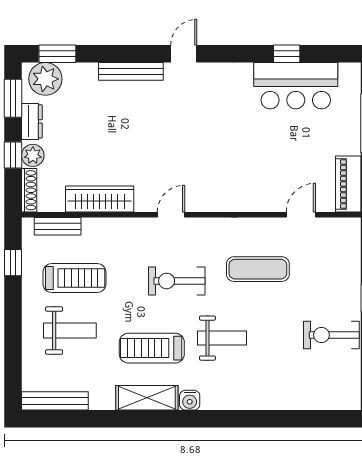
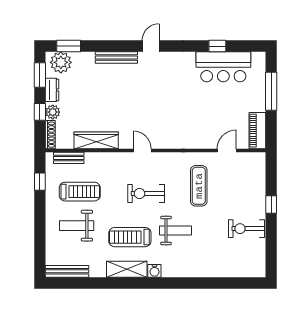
door: (171, 215) -> (142, 151), hinge flipped
exercise mat: (258, 269) -> (199, 186), turned 90
weight bench: (70, 331) -> (77, 226), turned 180

